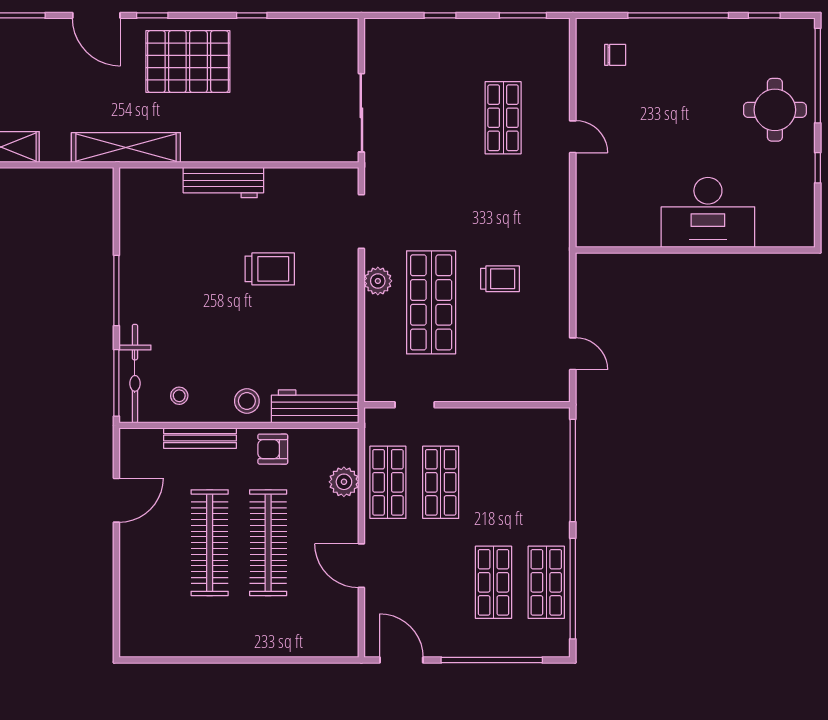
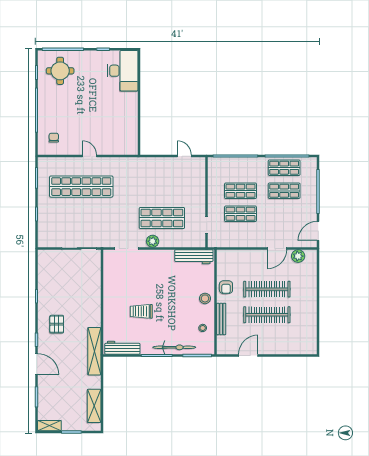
door: (96, 15) -> (37, 364), hinge flipped
pallet: (188, 62) -> (57, 324), width x0.49, depth x0.50
round table: (775, 110) -> (60, 71), moved
shop shelf: (503, 118) -> (81, 187), width x2.00, depth x1.36
door: (573, 137) -> (90, 156), hinge flipped
workbench: (223, 183) -> (122, 348), moved, turned -90
desk: (708, 212) -> (123, 71), moved
trolley: (270, 269) -> (141, 311), moved, turned -90
trolley: (500, 279) -> (152, 188), removed
door: (573, 354) -> (184, 156), hinge flipped
bicycle: (135, 374) -> (174, 347), moved
workbench: (315, 406) -> (194, 257), moved, turned -90
plant: (344, 482) -> (298, 256), moved
shop shelf: (388, 482) -> (240, 191), moved
door: (116, 500) -> (248, 355), hinge flipped

